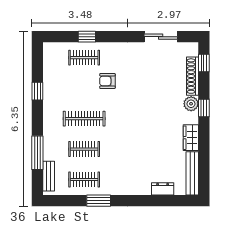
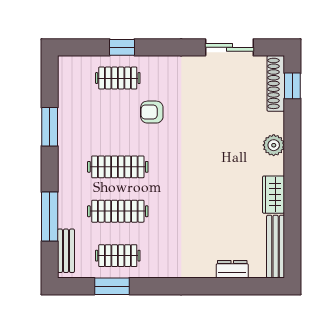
shoe rack: (192, 76) -> (276, 83), moved
window: (37, 91) -> (50, 127), width x1.50
window: (204, 108) -> (292, 151), removed
clothes rail: (84, 149) -> (118, 211), width x1.36
window: (99, 201) -> (112, 286), moved

